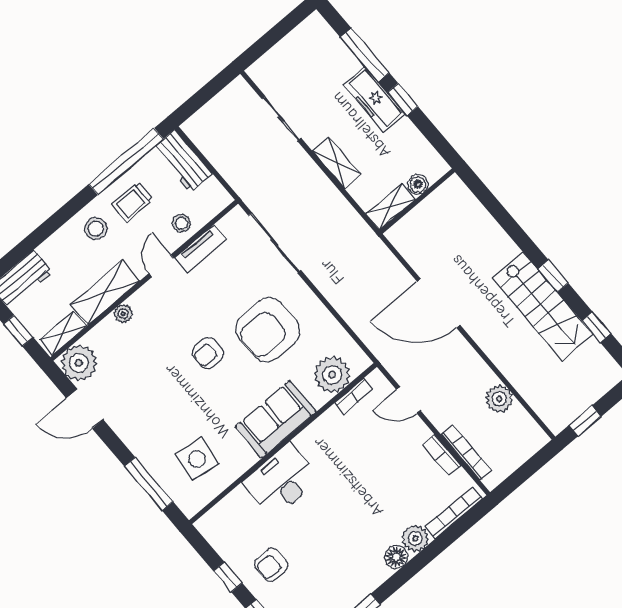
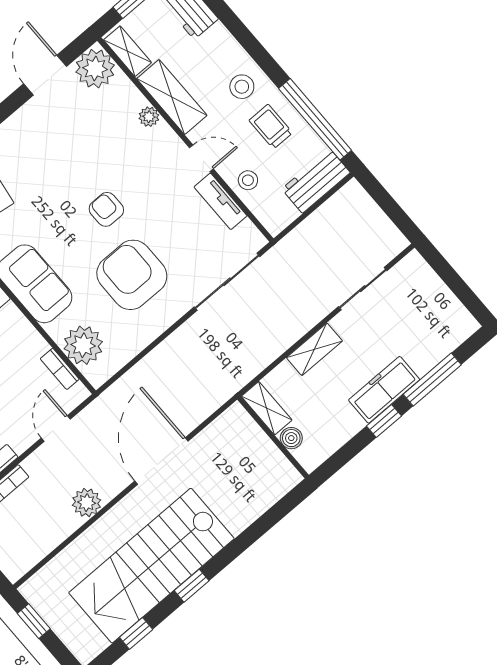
stairs: (542, 306) -> (151, 566), width x1.36, depth x1.51
plant: (499, 399) -> (87, 503), moved

